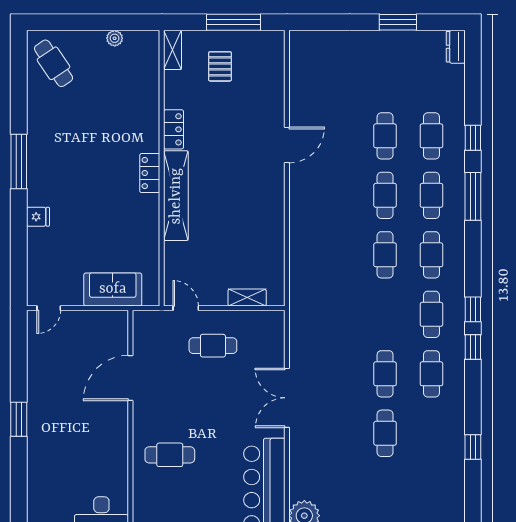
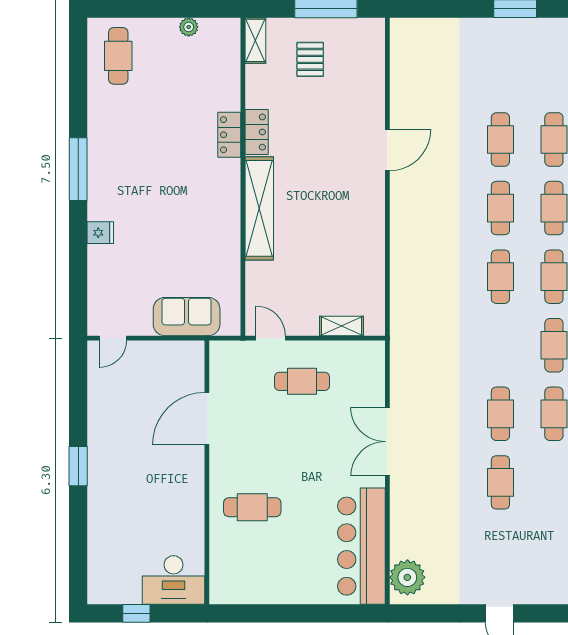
cafe table: (54, 63) -> (118, 56), turned 34
locker: (150, 173) -> (229, 135), moved

